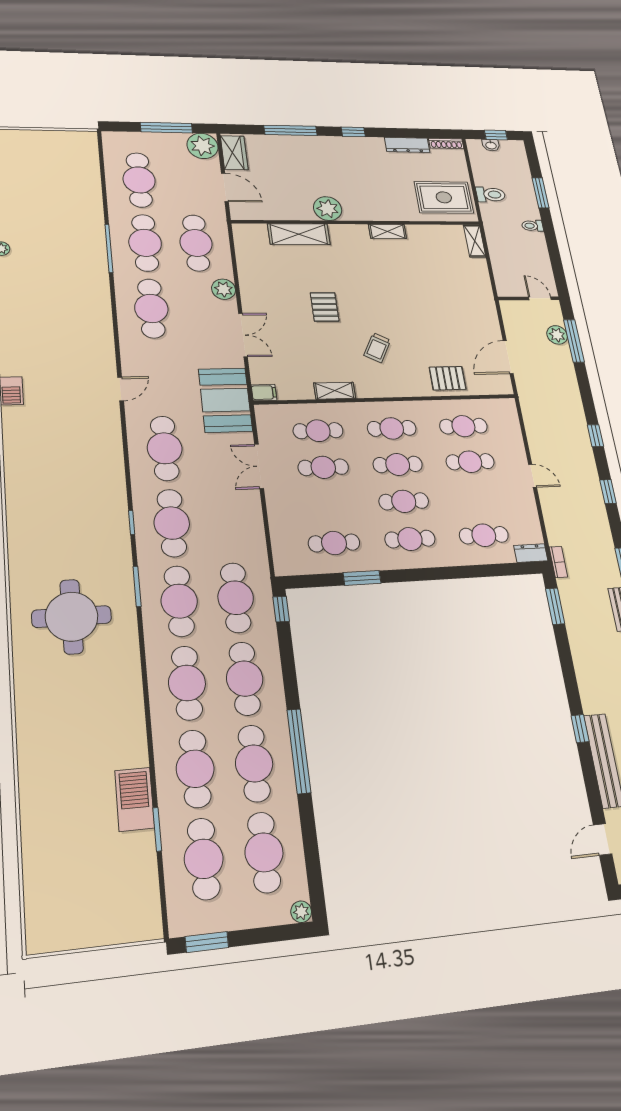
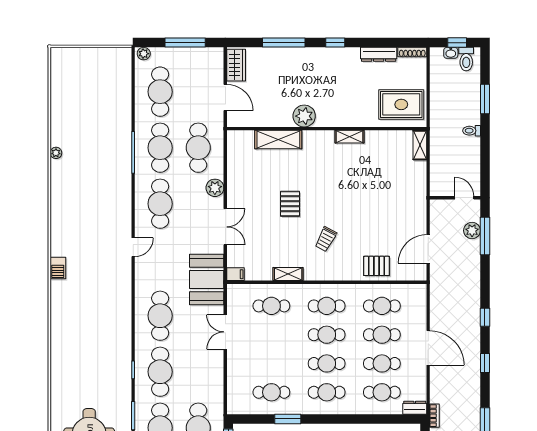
plant: (203, 146) -> (144, 54), moved, width x0.53, depth x0.53
toilet: (491, 195) -> (466, 59), moved, turned 90
door: (121, 389) -> (133, 247), moved
cafe table: (323, 467) -> (382, 363), moved
door: (533, 476) -> (428, 348), width x1.88

